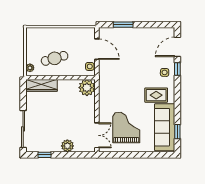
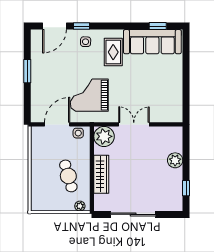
window: (123, 25) -> (27, 71), moved
door: (177, 47) -> (54, 26), hinge flipped
wardrobe: (41, 85) -> (101, 174), moved
grand piano: (126, 127) -> (89, 95), moved
sliding door: (23, 129) -> (133, 214), moved
double door: (97, 135) -> (134, 124), moved

